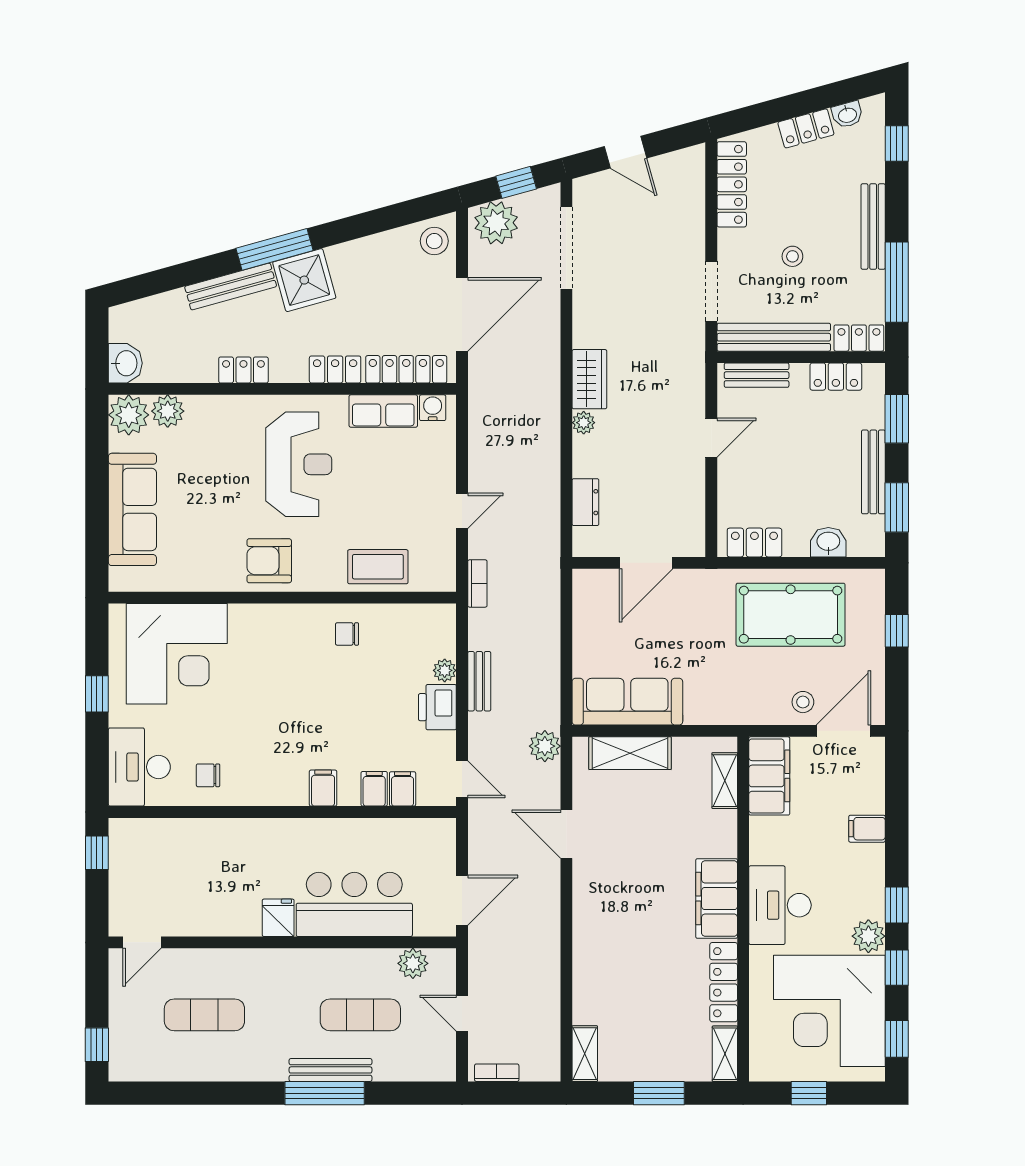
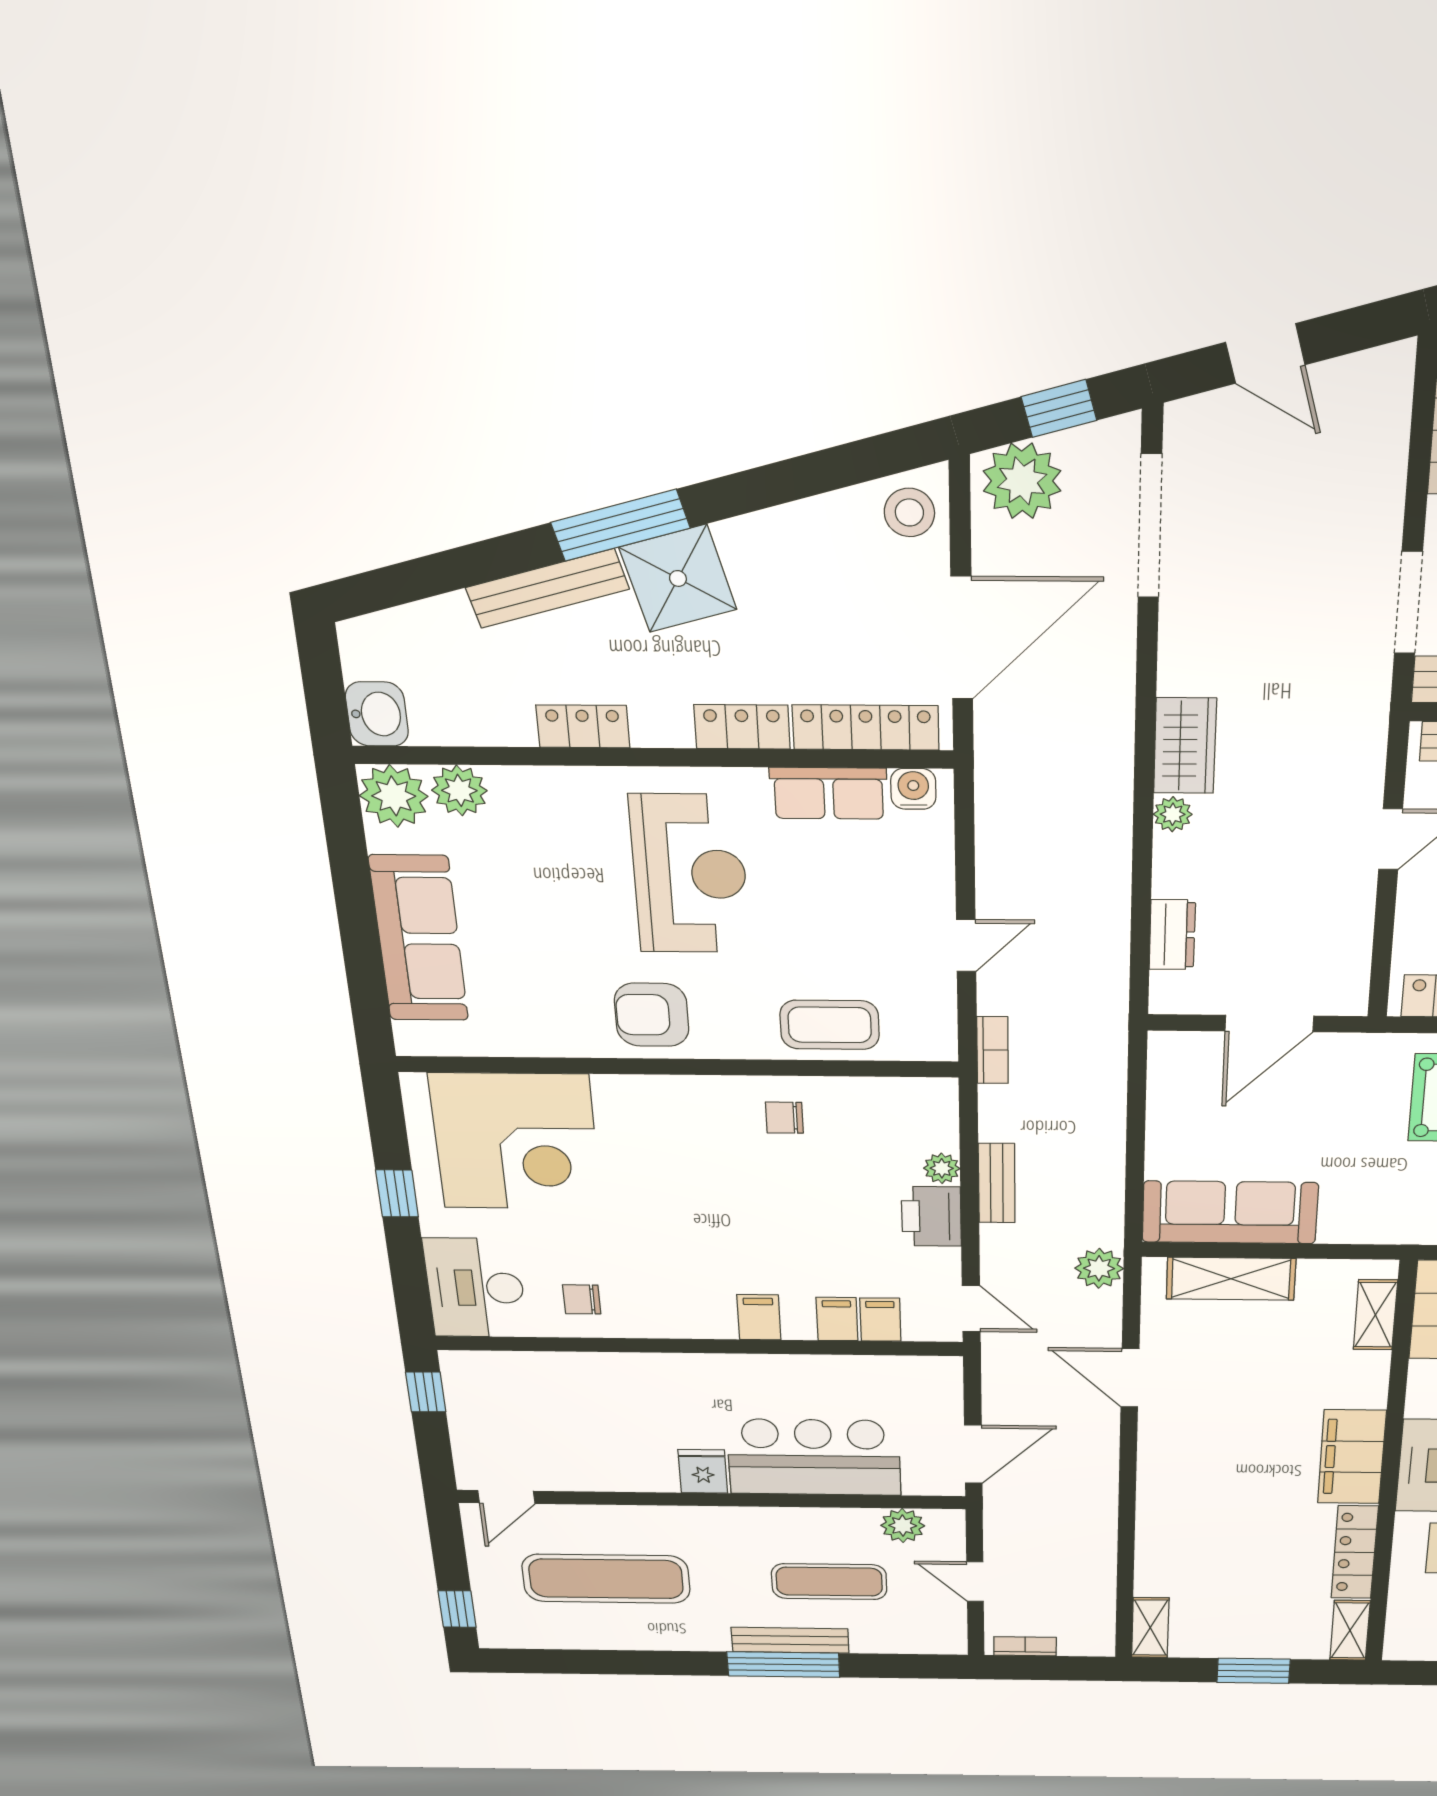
exercise mat: (204, 1015) -> (606, 1579), width x1.36, depth x1.45

